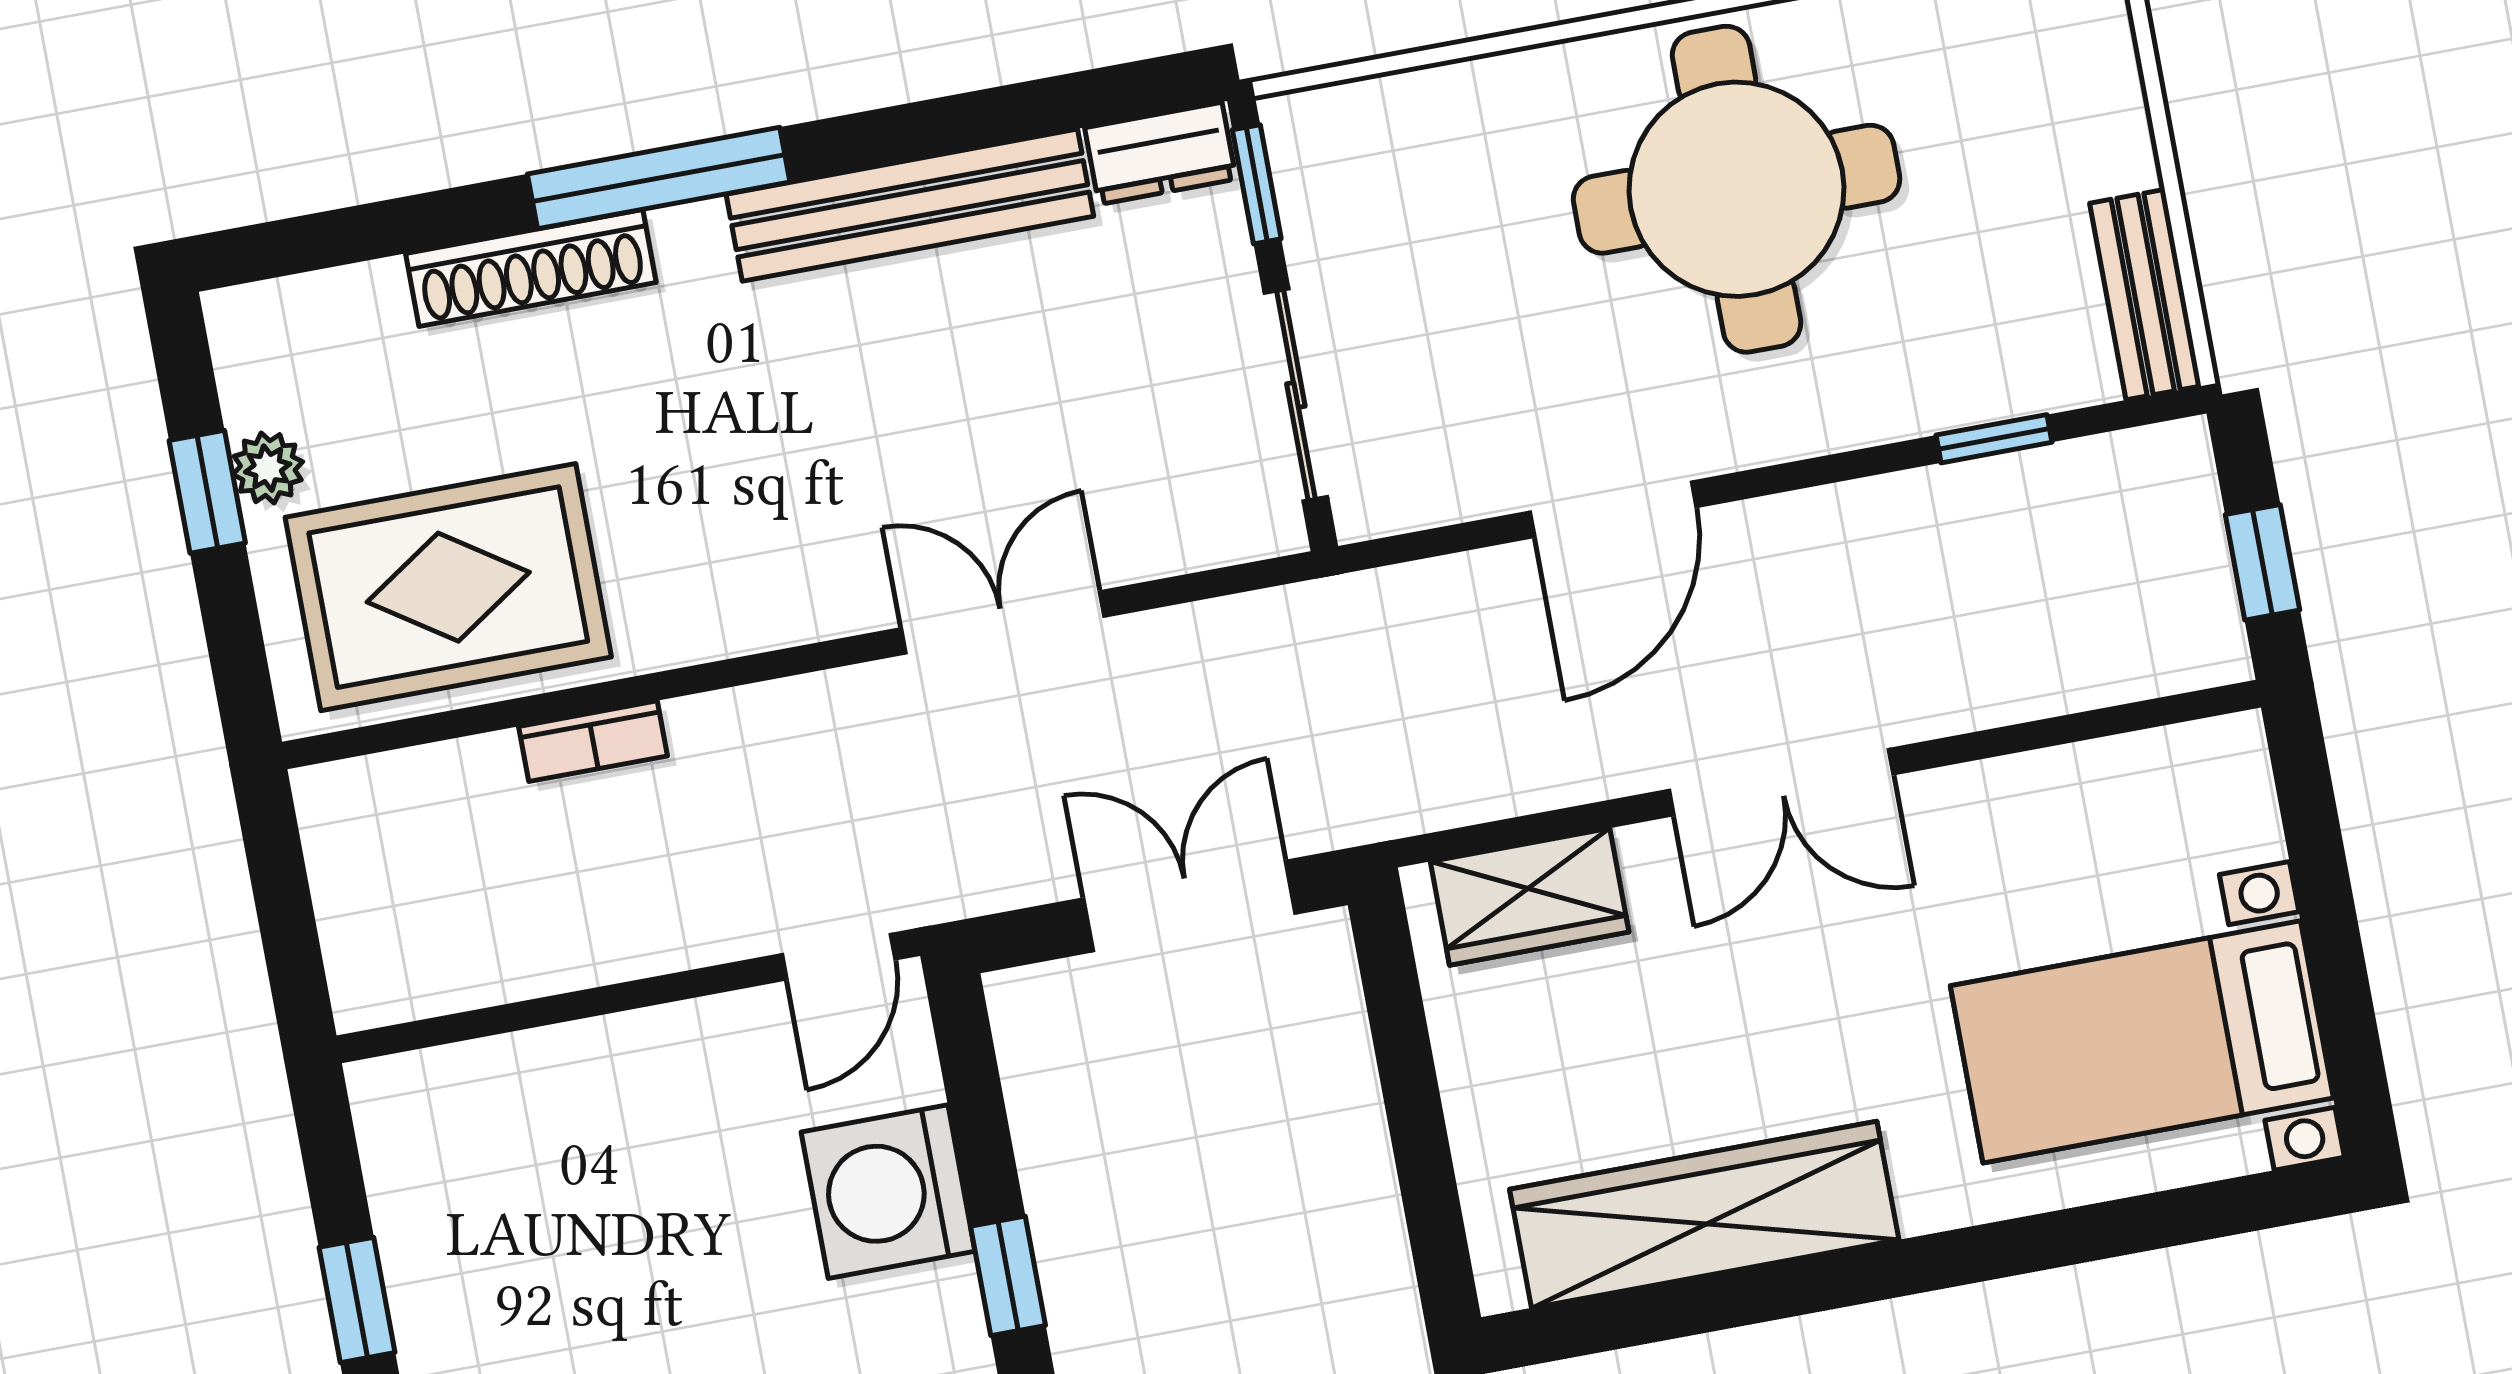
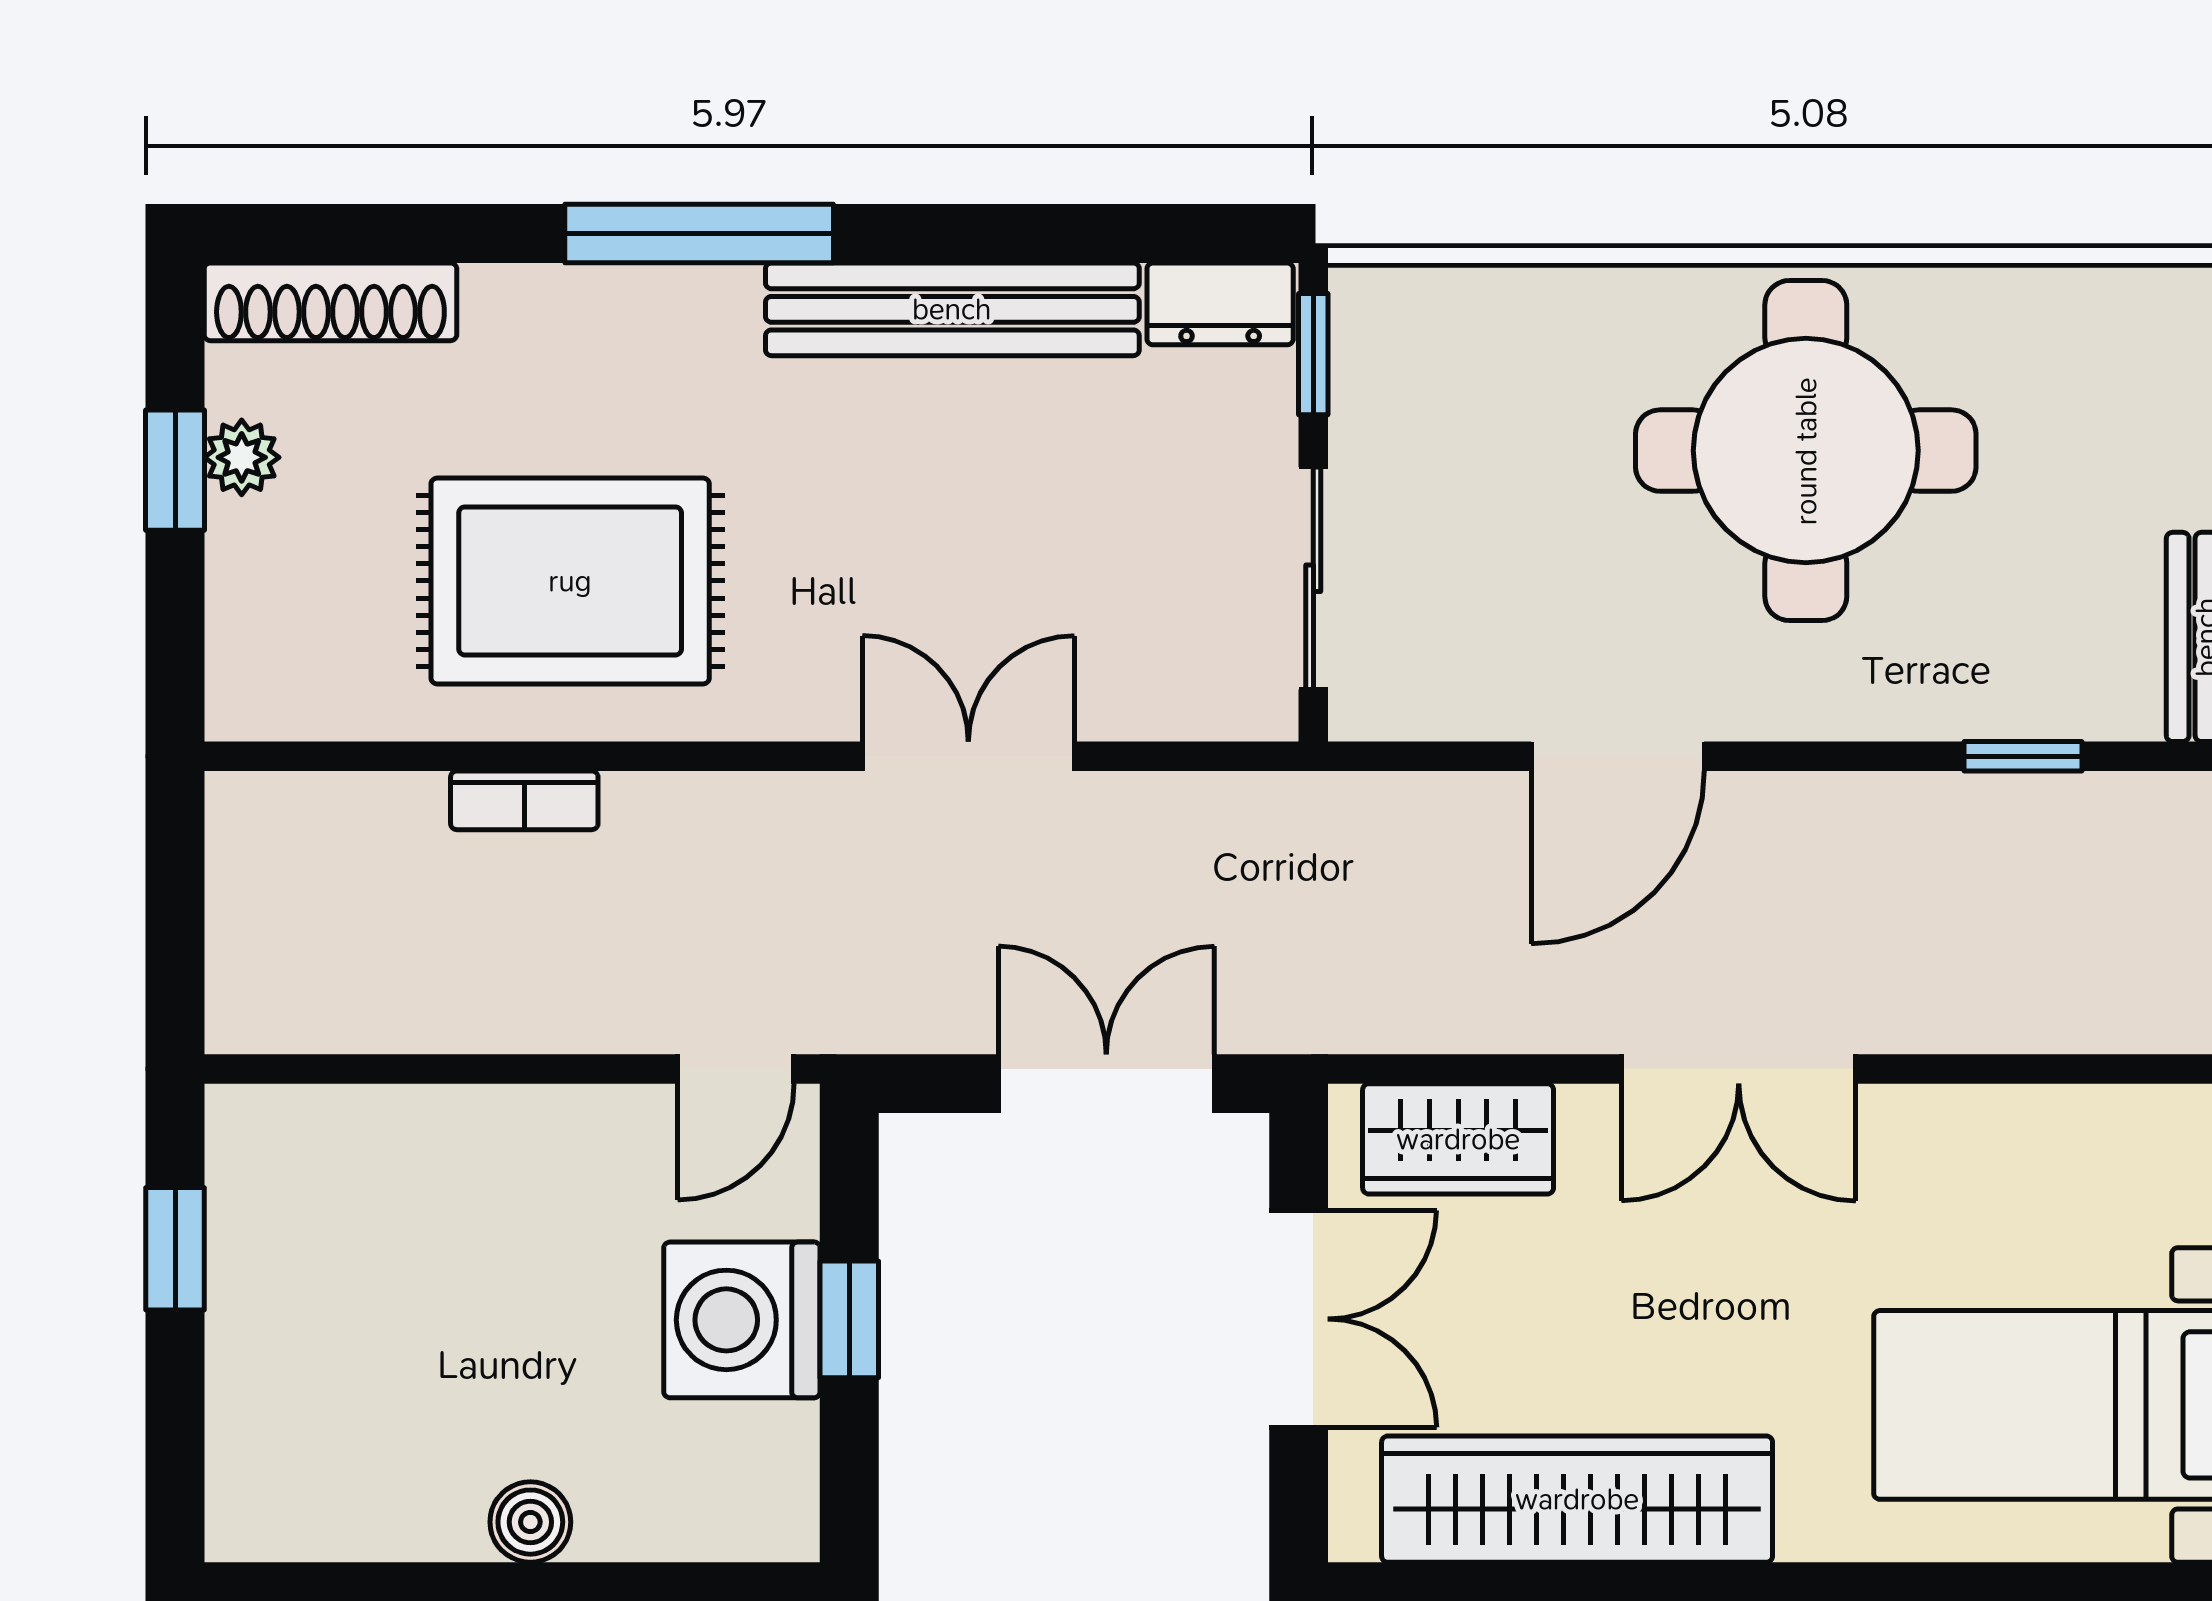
shoe rack: (531, 268) -> (330, 302), moved
rug: (448, 587) -> (570, 581), moved
double door: (1411, 1094) -> (1299, 1319), added
window: (1008, 1276) -> (849, 1319), moved
window: (357, 1300) -> (175, 1249), moved

